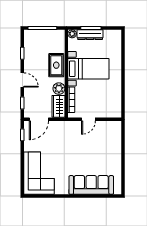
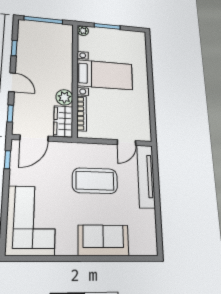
dresser: (90, 35) -> (106, 34), removed
rug: (56, 65) -> (61, 67), removed
door: (88, 119) -> (127, 143), moved
tv unit: (116, 143) -> (146, 176), added
coffee table: (80, 147) -> (95, 181), added
sofa: (91, 185) -> (103, 240), width x0.73

